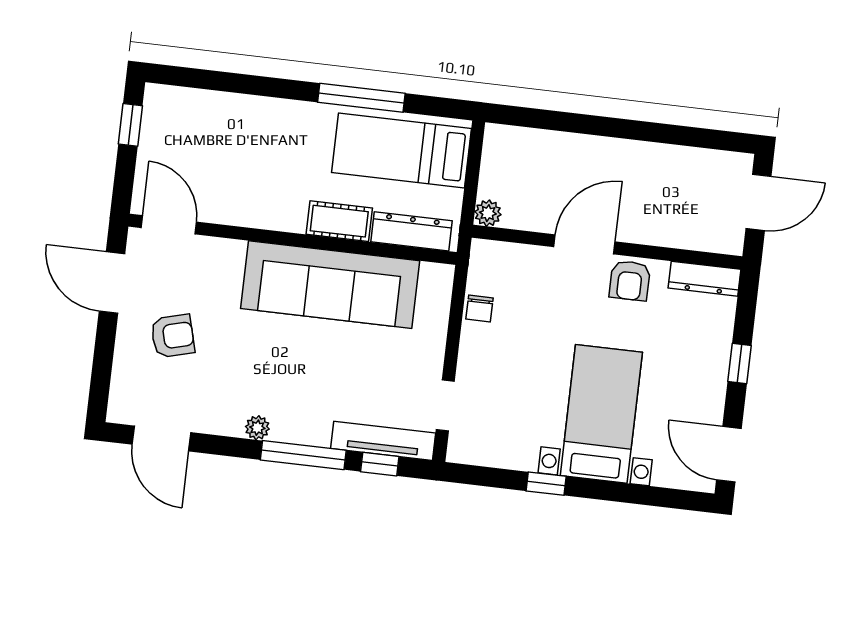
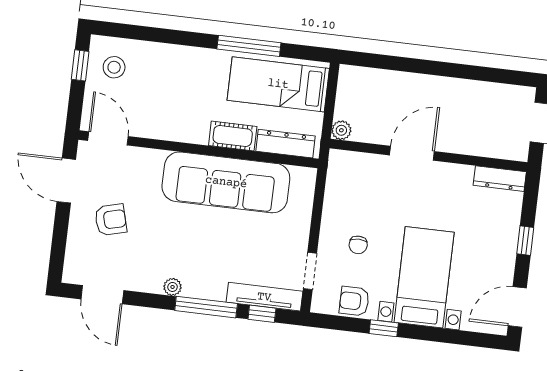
stool: (177, 127) -> (114, 67), added
armchair: (630, 281) -> (354, 301), moved, turned 90
chair: (479, 309) -> (358, 245), moved
door: (729, 454) -> (517, 307), hinge flipped

